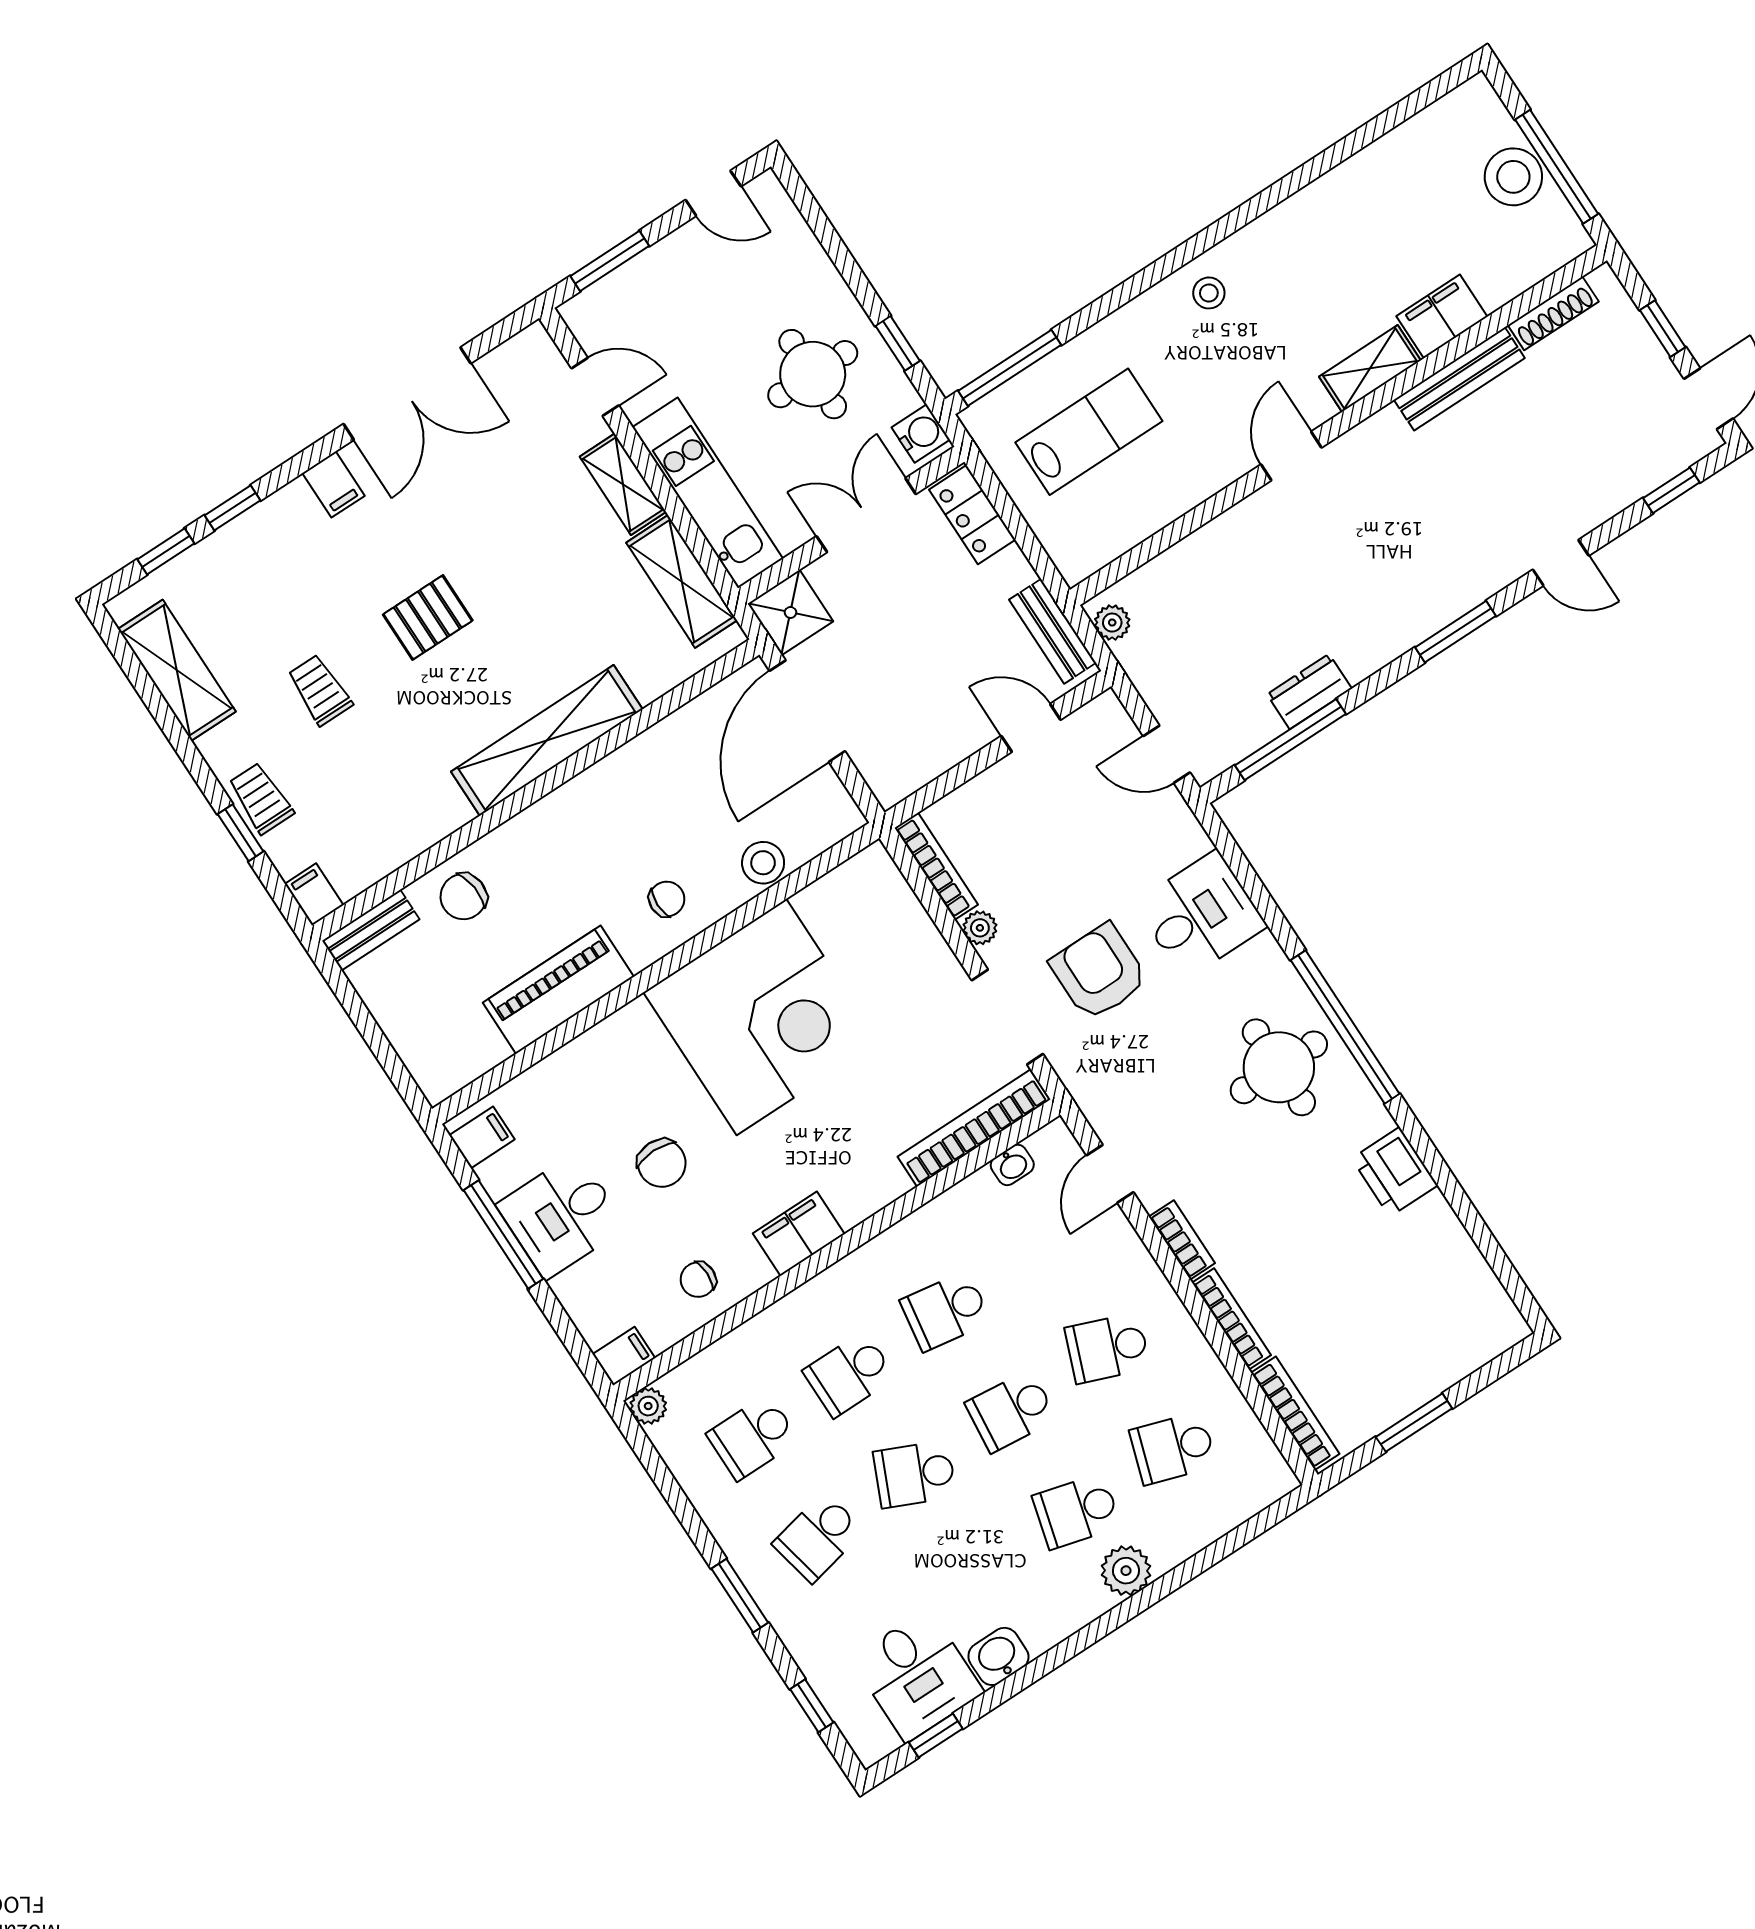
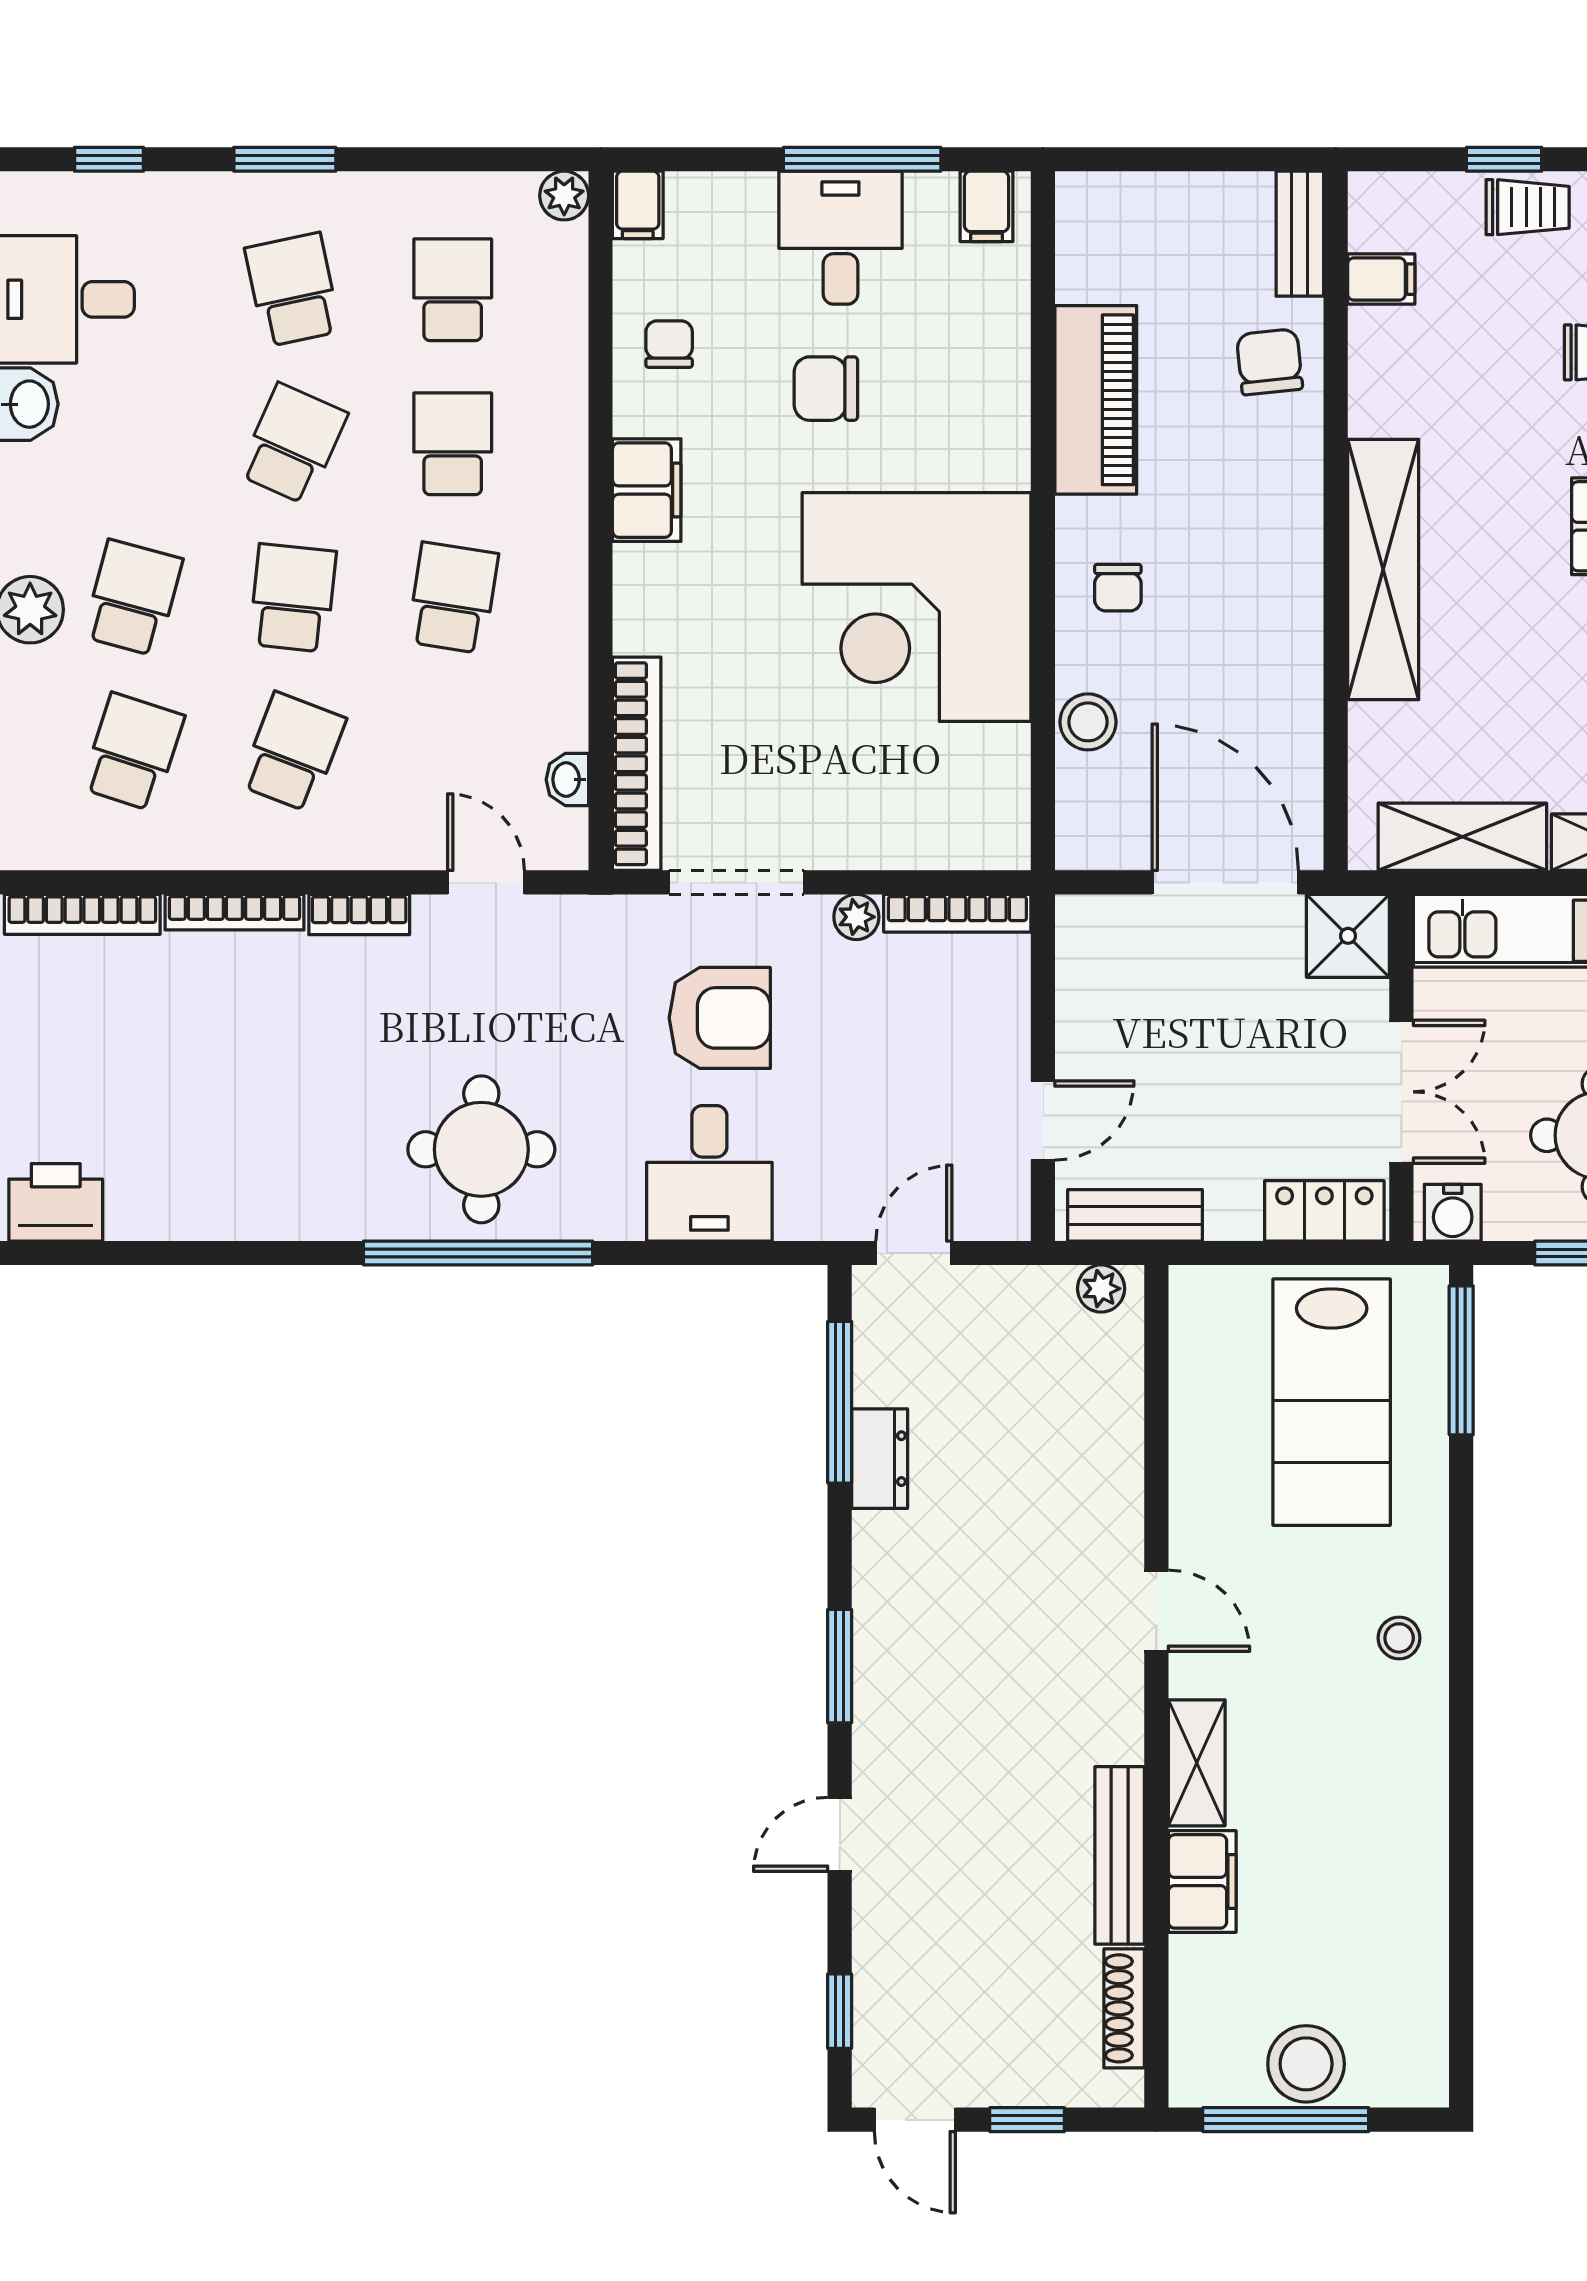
lab bench: (1089, 432) -> (1332, 1402), width x1.36, depth x1.39
filing cabinet: (314, 894) -> (1381, 279), moved
printer: (1395, 1172) -> (56, 1202), moved

